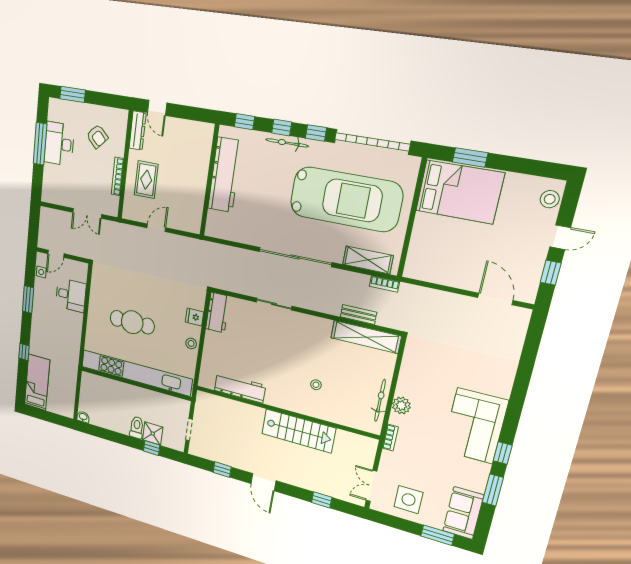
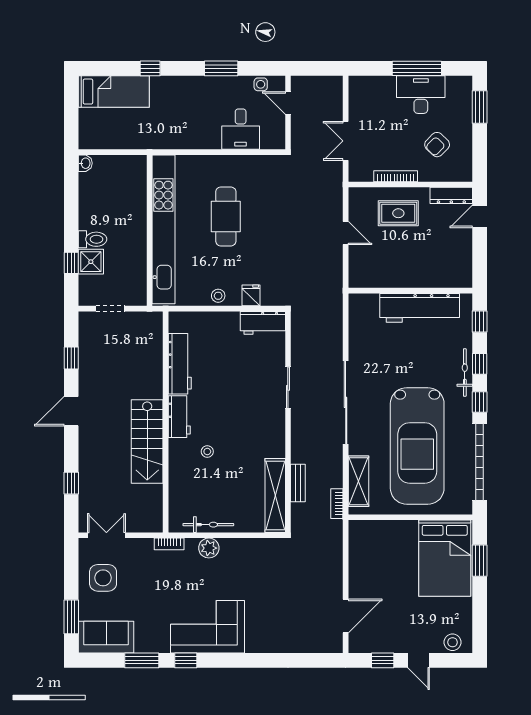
workbench: (283, 400) -> (179, 417), added

